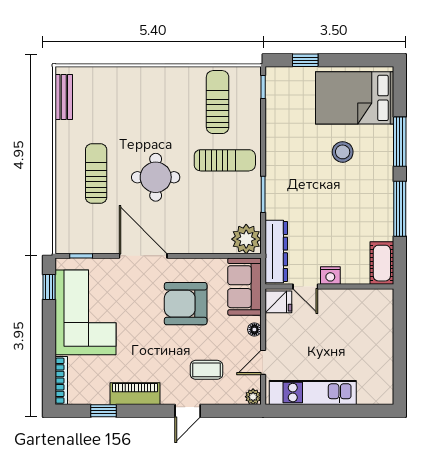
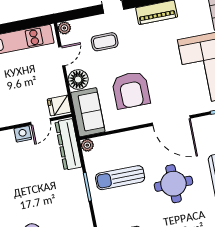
sun lounger: (225, 160) -> (120, 178), moved
plant: (246, 239) -> (87, 145), width x0.53, depth x0.53
door: (305, 287) -> (40, 122), swing flipped
armchair: (186, 304) -> (131, 90), turned 90
floor lamp: (254, 330) -> (78, 80), width x1.89, depth x1.89

